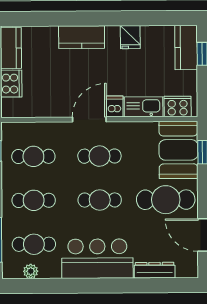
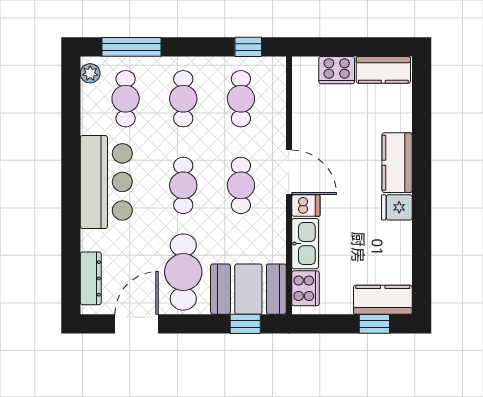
fridge: (130, 37) -> (397, 207), moved
dresser: (155, 270) -> (91, 278), moved
plant: (31, 271) -> (90, 73), moved

